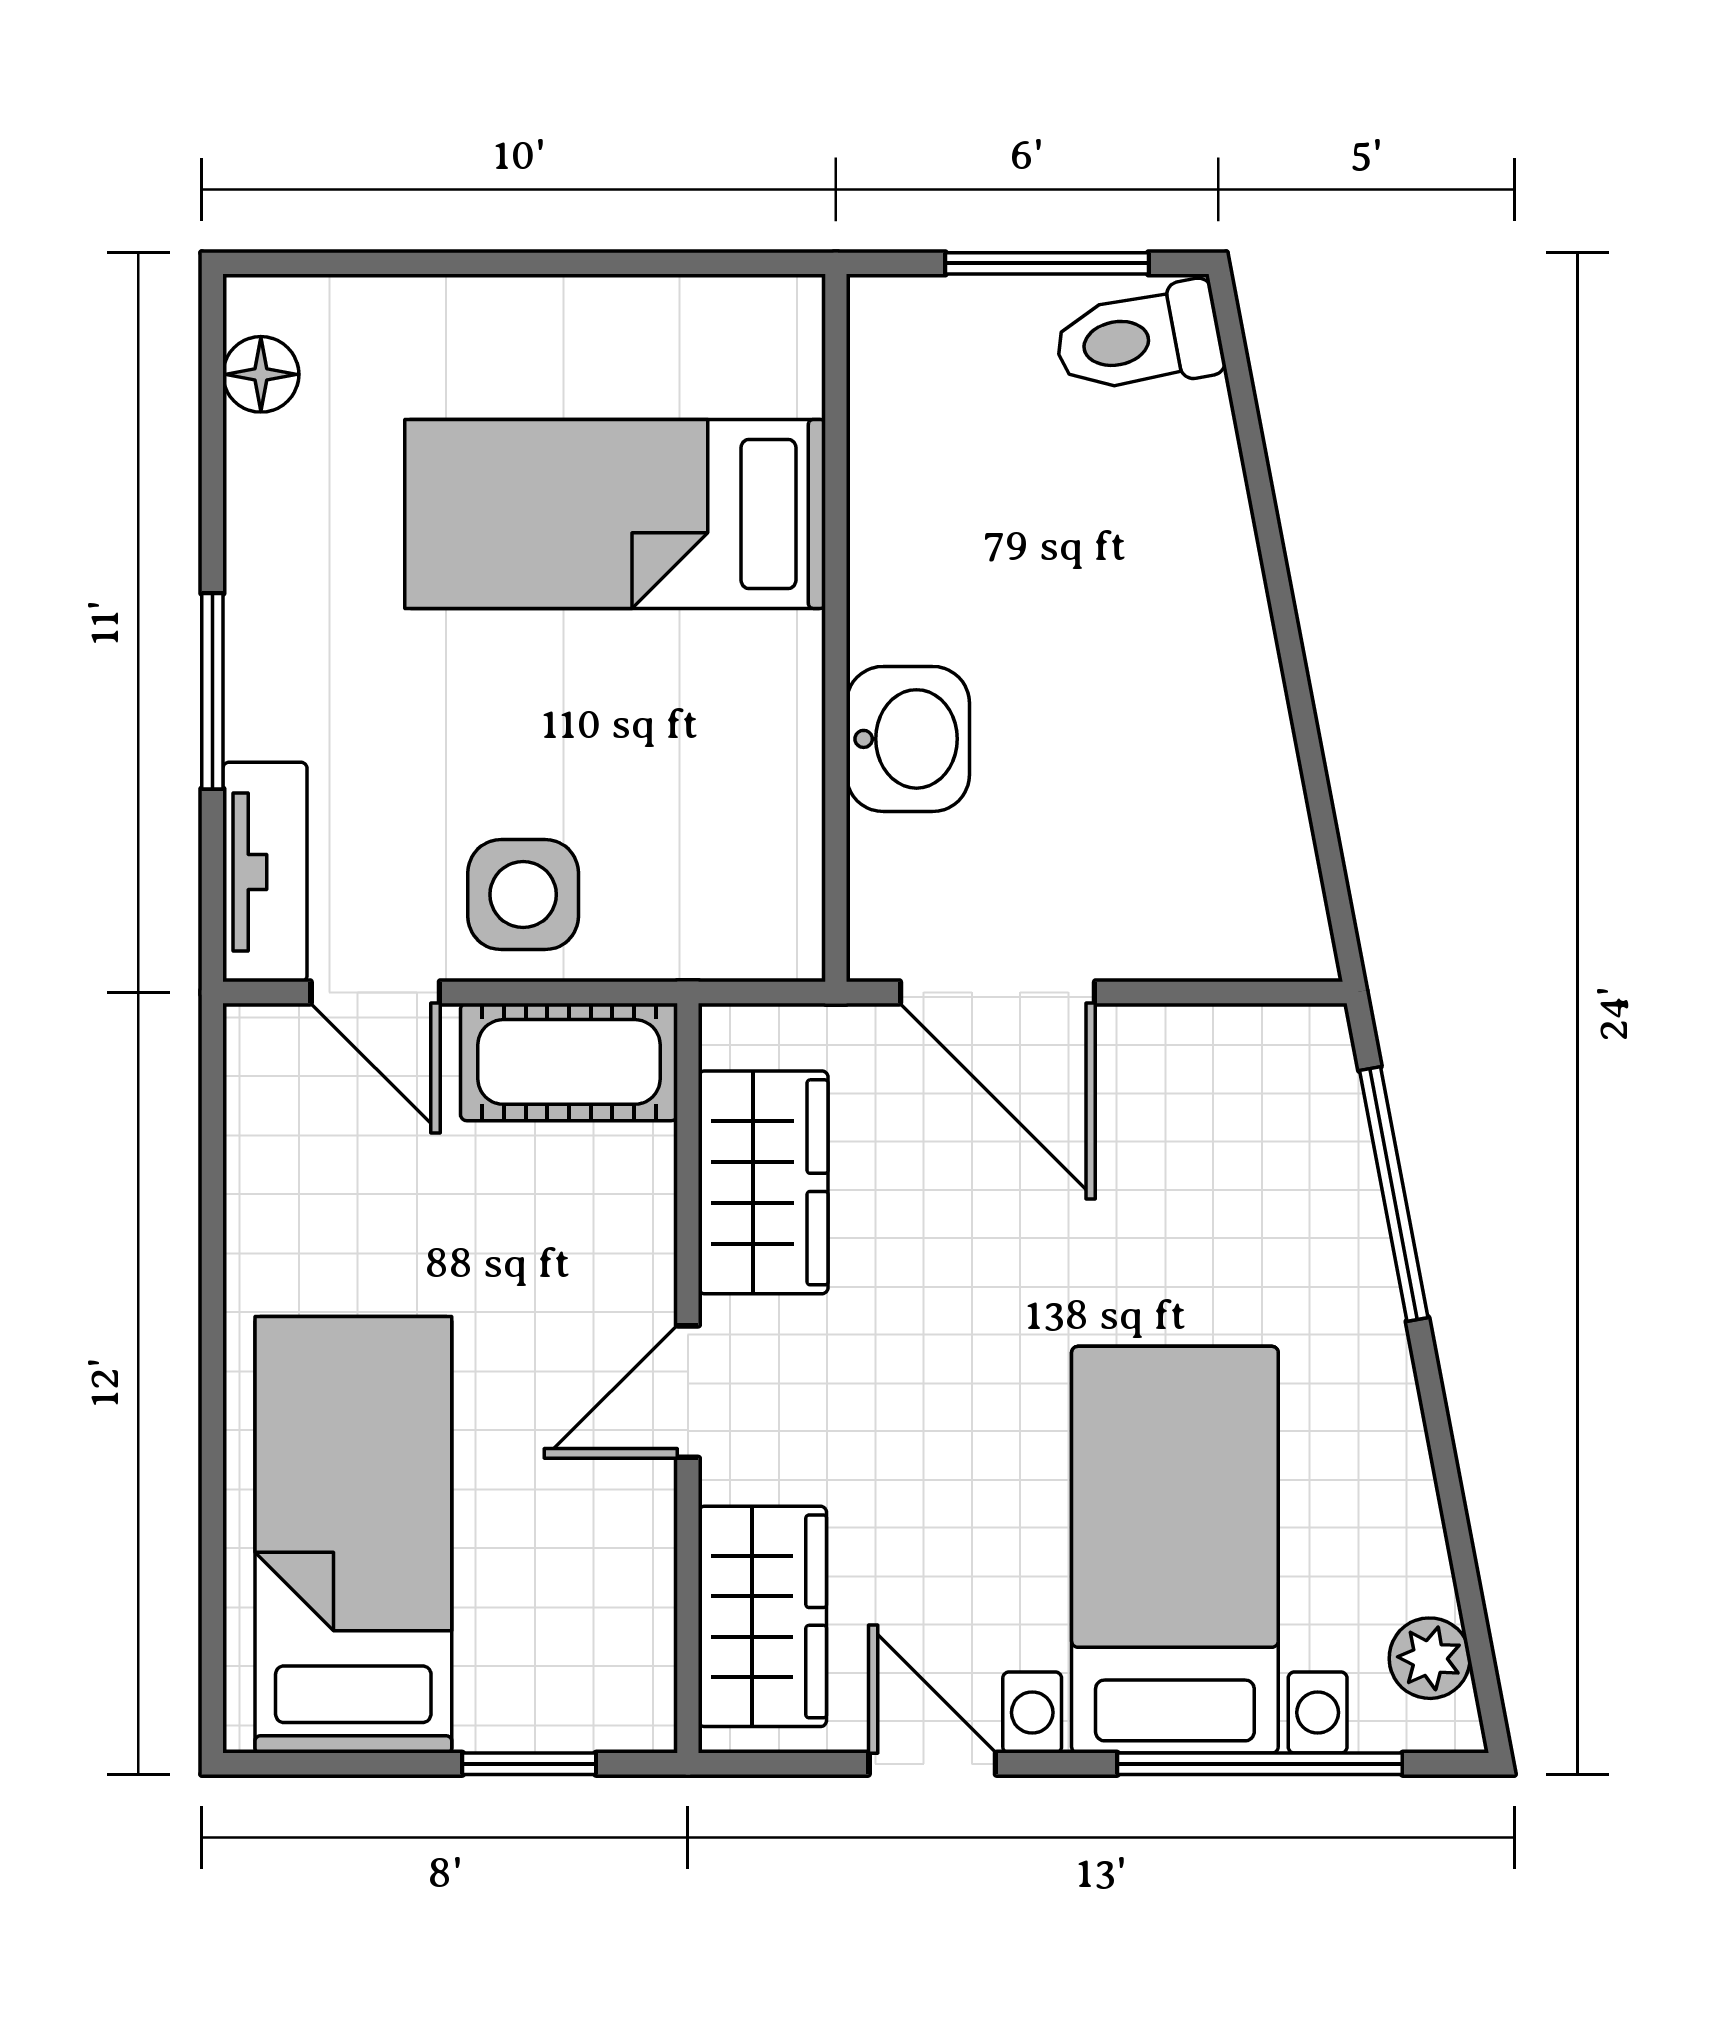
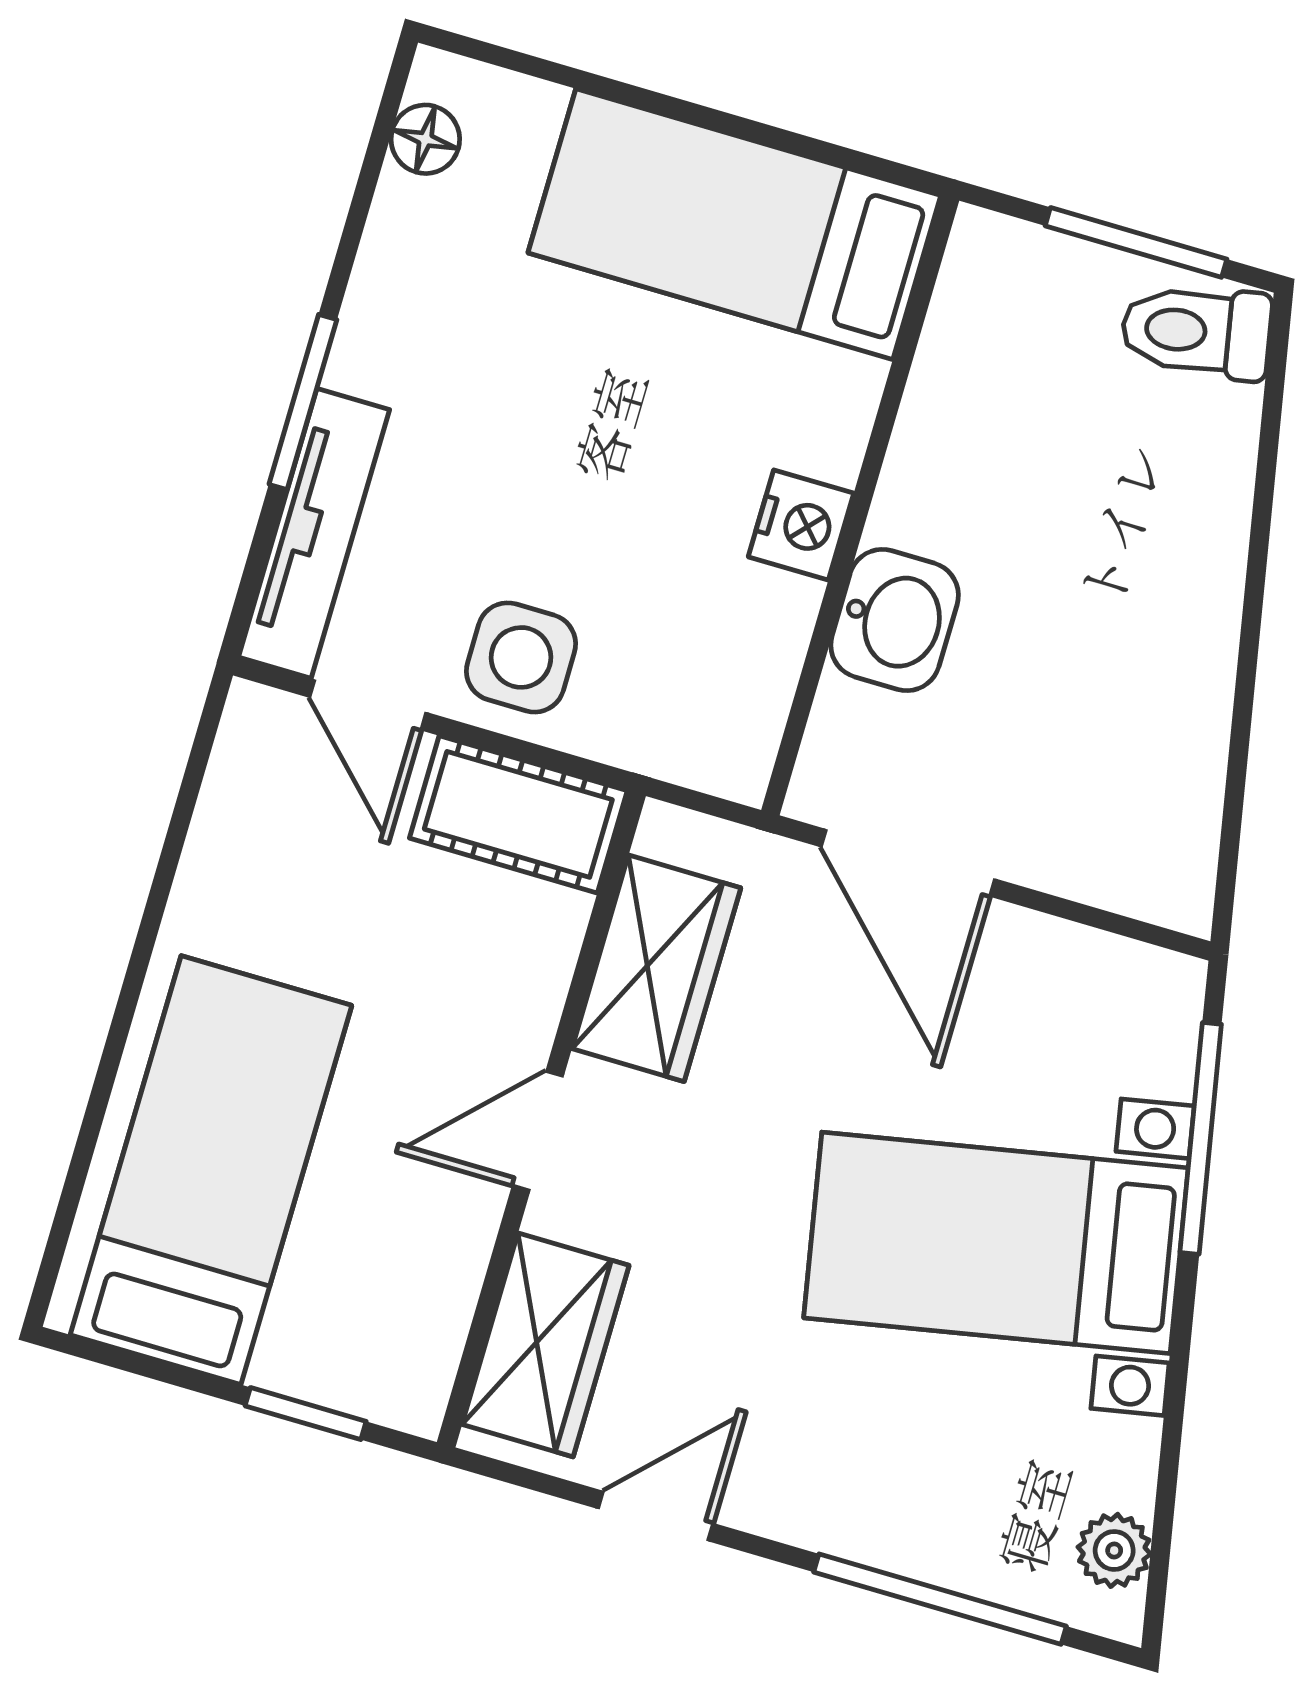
bed: (615, 514) -> (734, 224), moved
nightstand: (779, 667) -> (801, 525), added
tv unit: (265, 872) -> (314, 533), width x1.41
bed with nightstands: (1175, 1550) -> (996, 1243), moved, turned -101
door: (932, 1764) -> (656, 1516), hinge flipped

